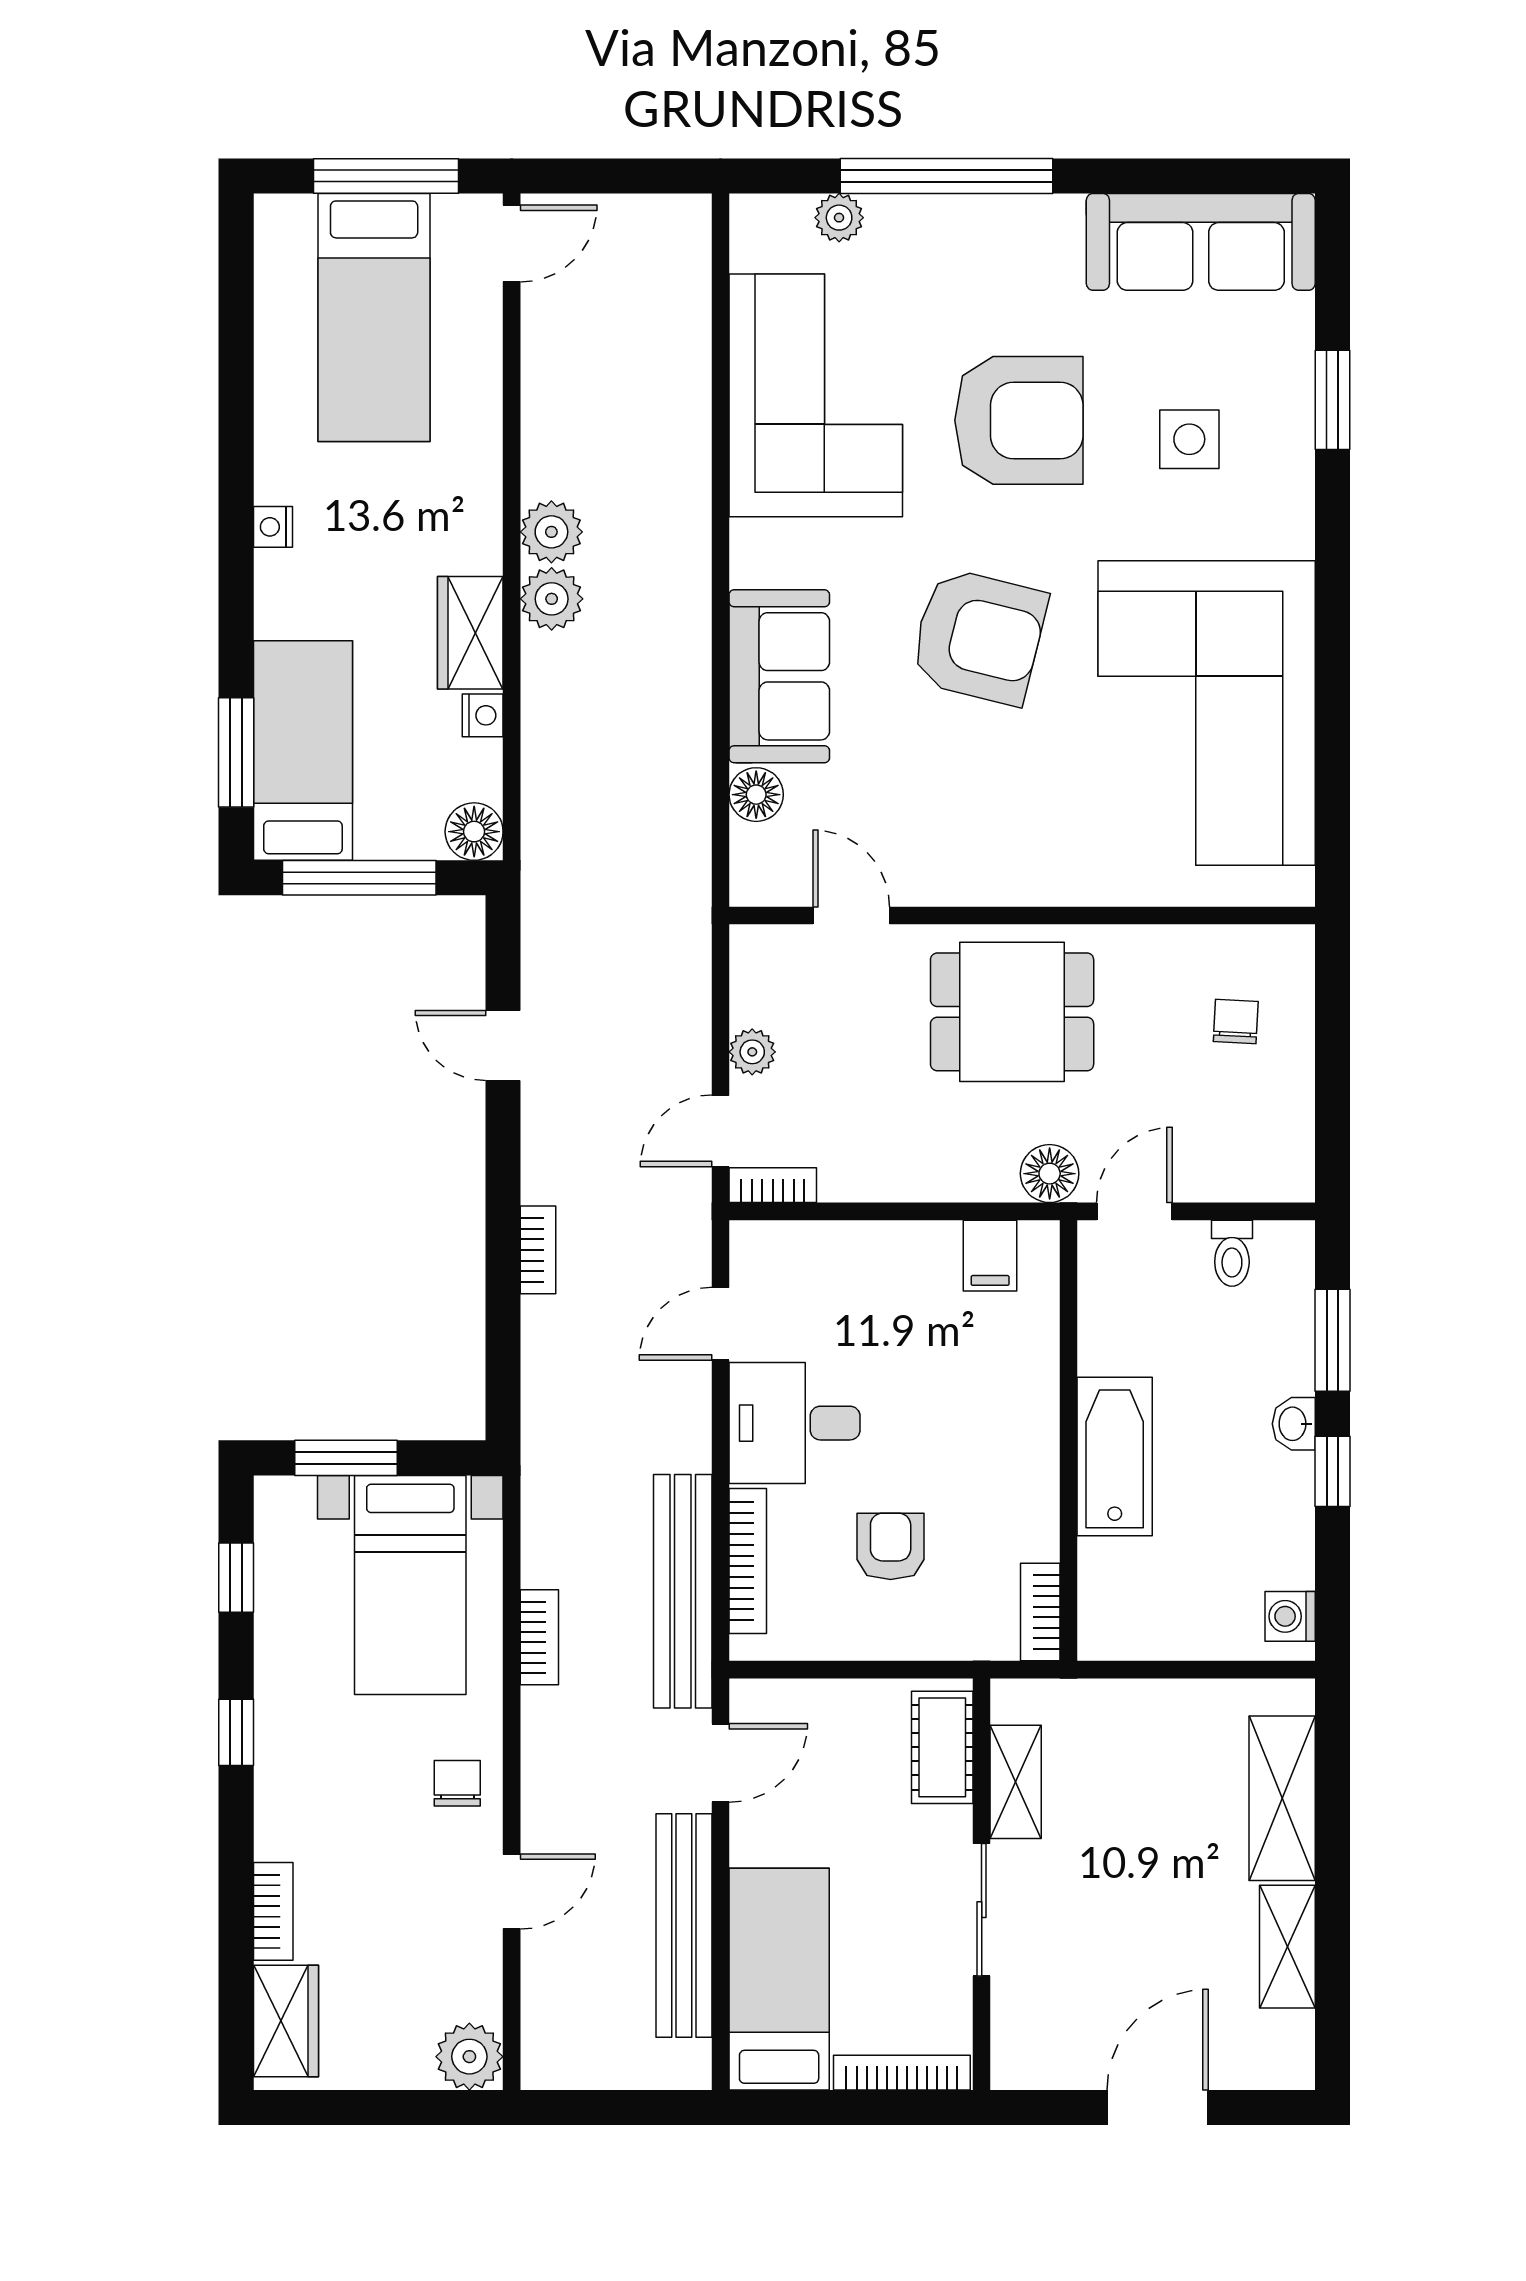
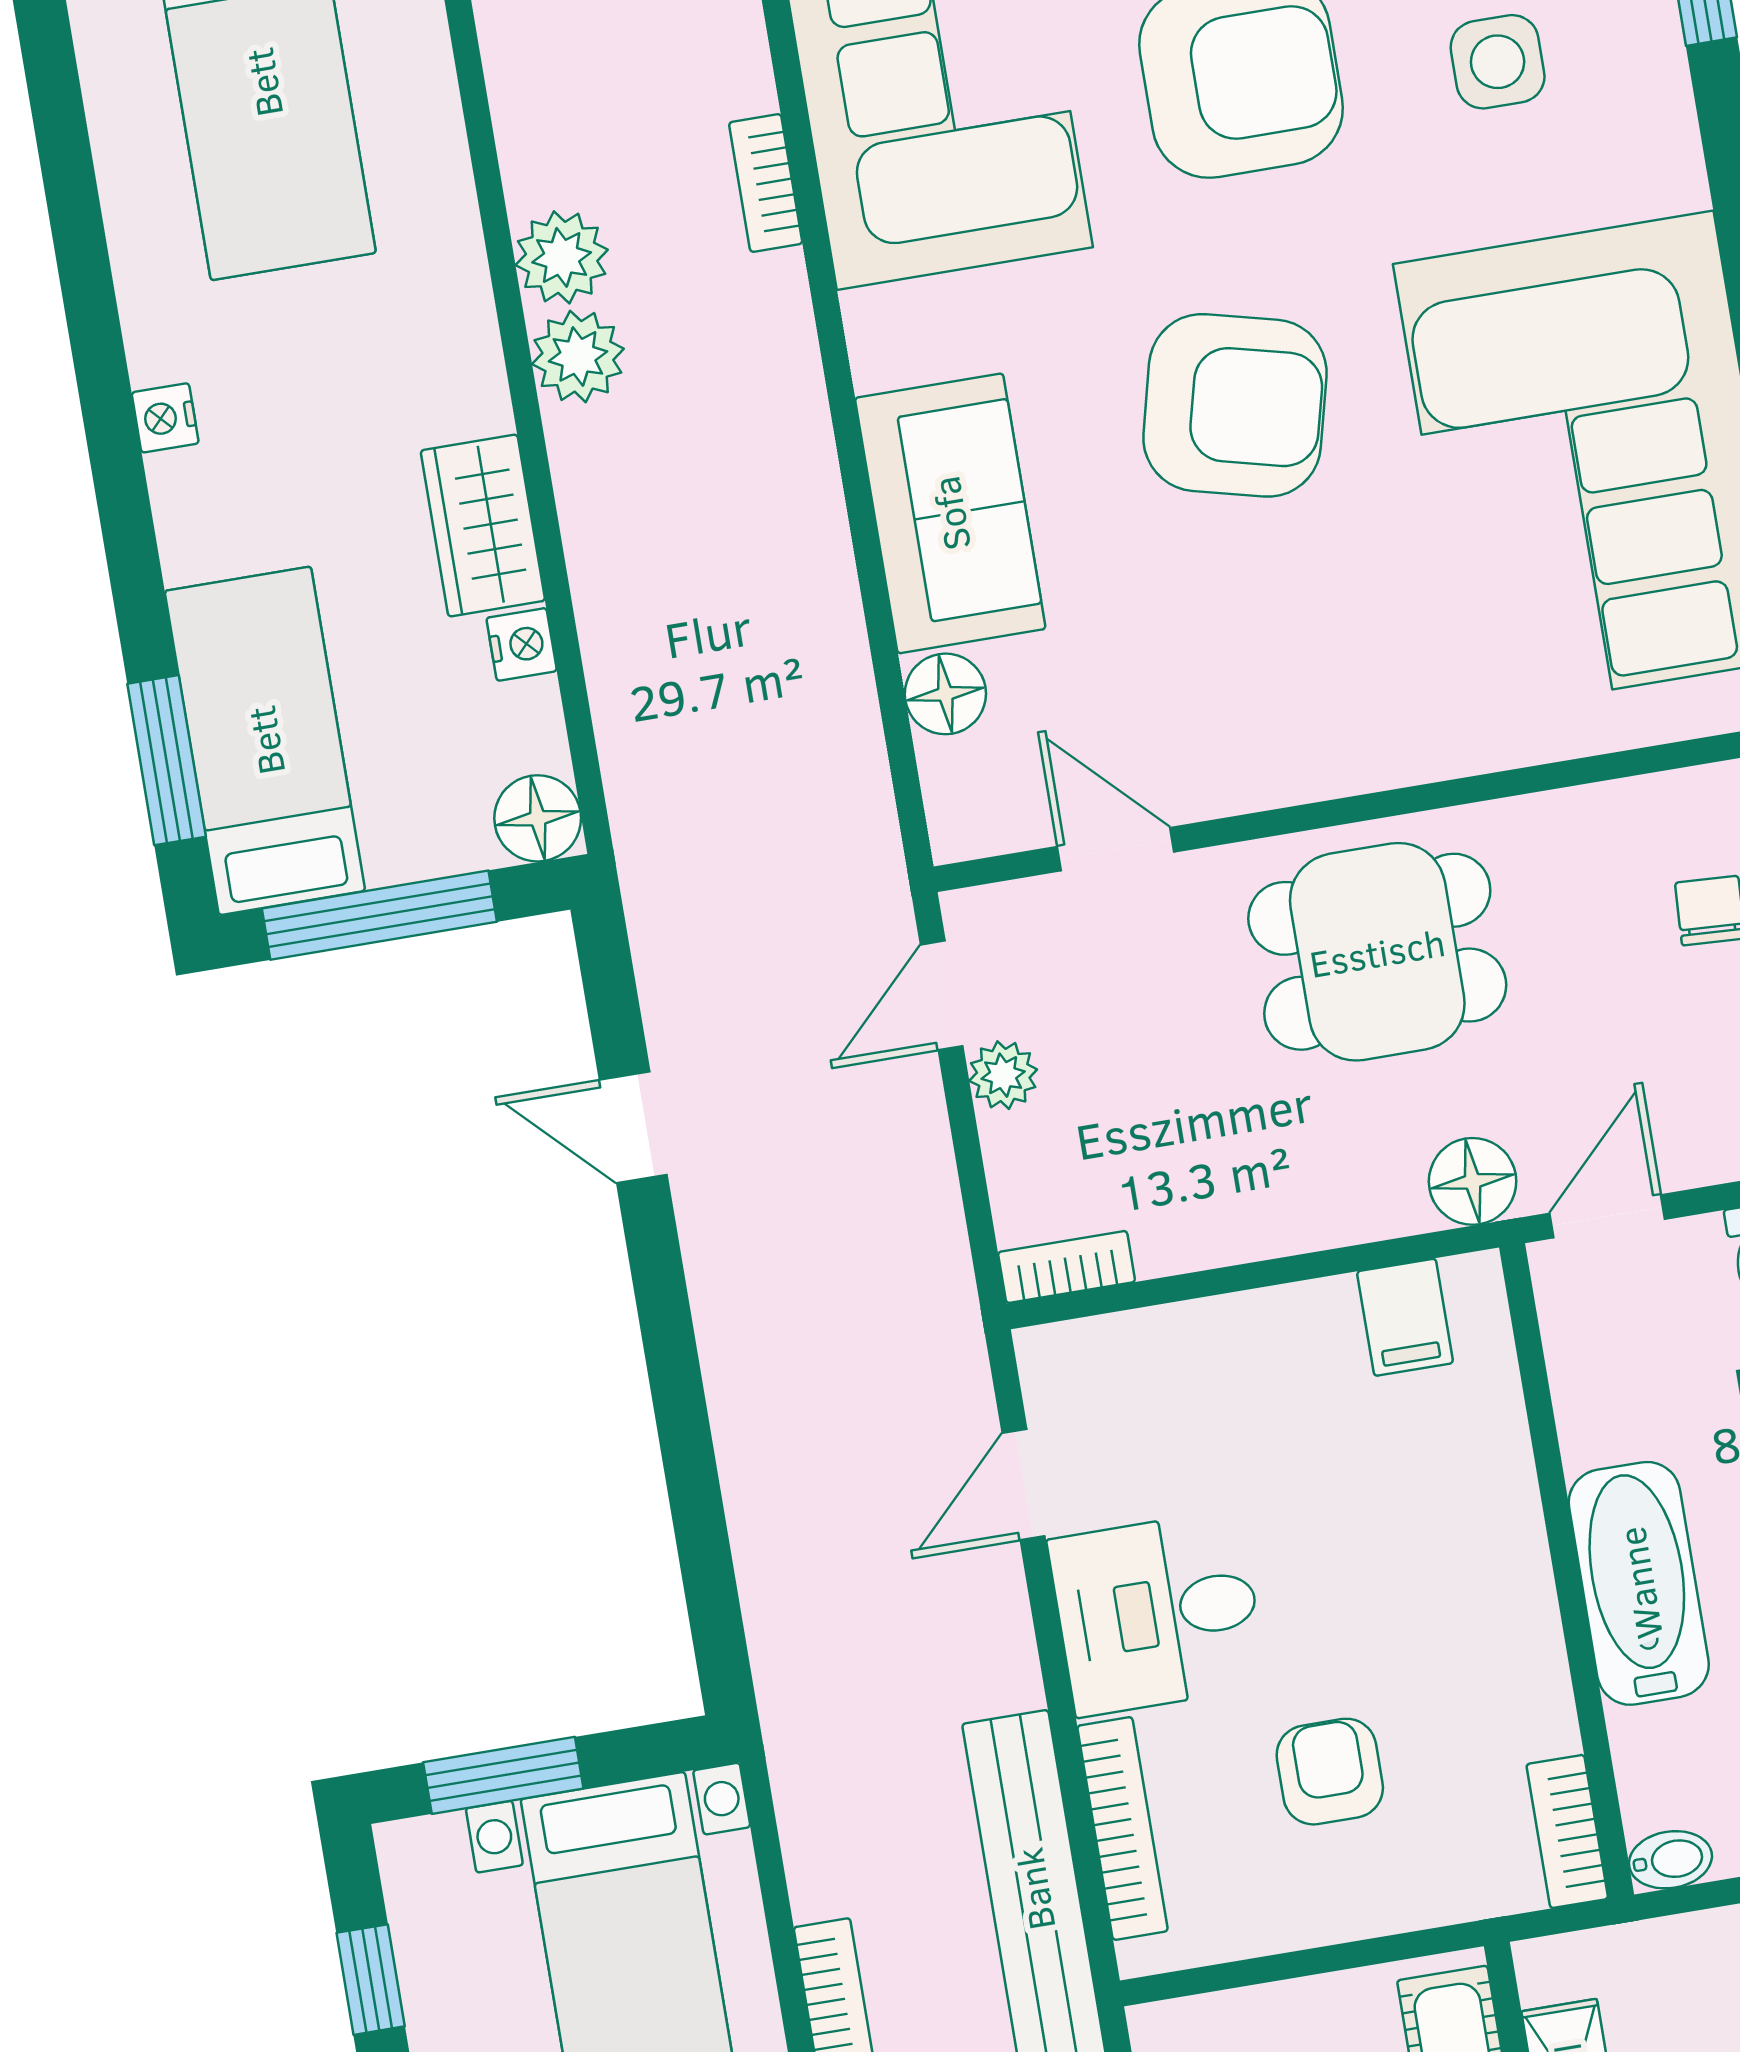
plant: (552, 599) -> (562, 257), moved
door: (720, 1131) -> (942, 995), moved
bookcase: (538, 1250) -> (766, 183), moved, turned 180
bidet: (1105, 1642) -> (1670, 1860), added

